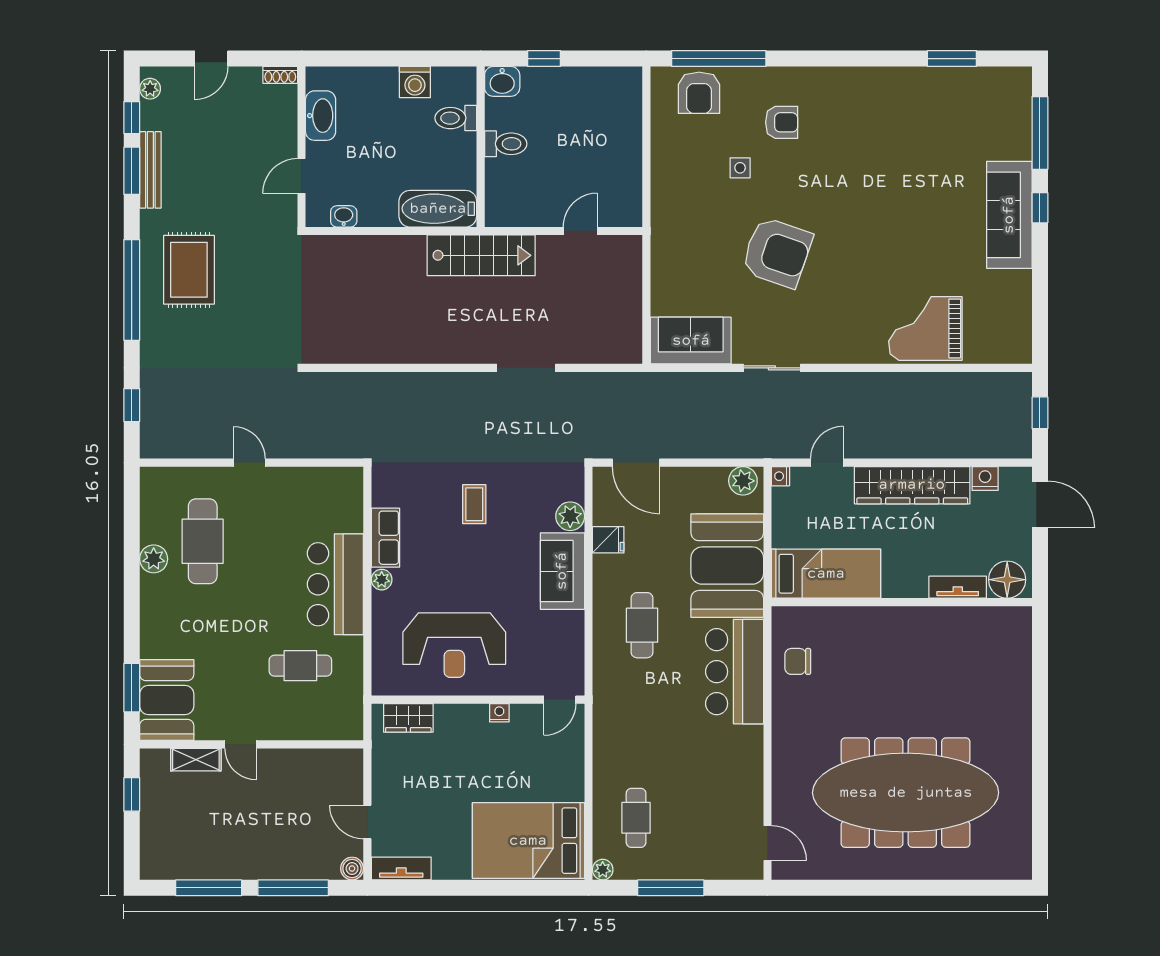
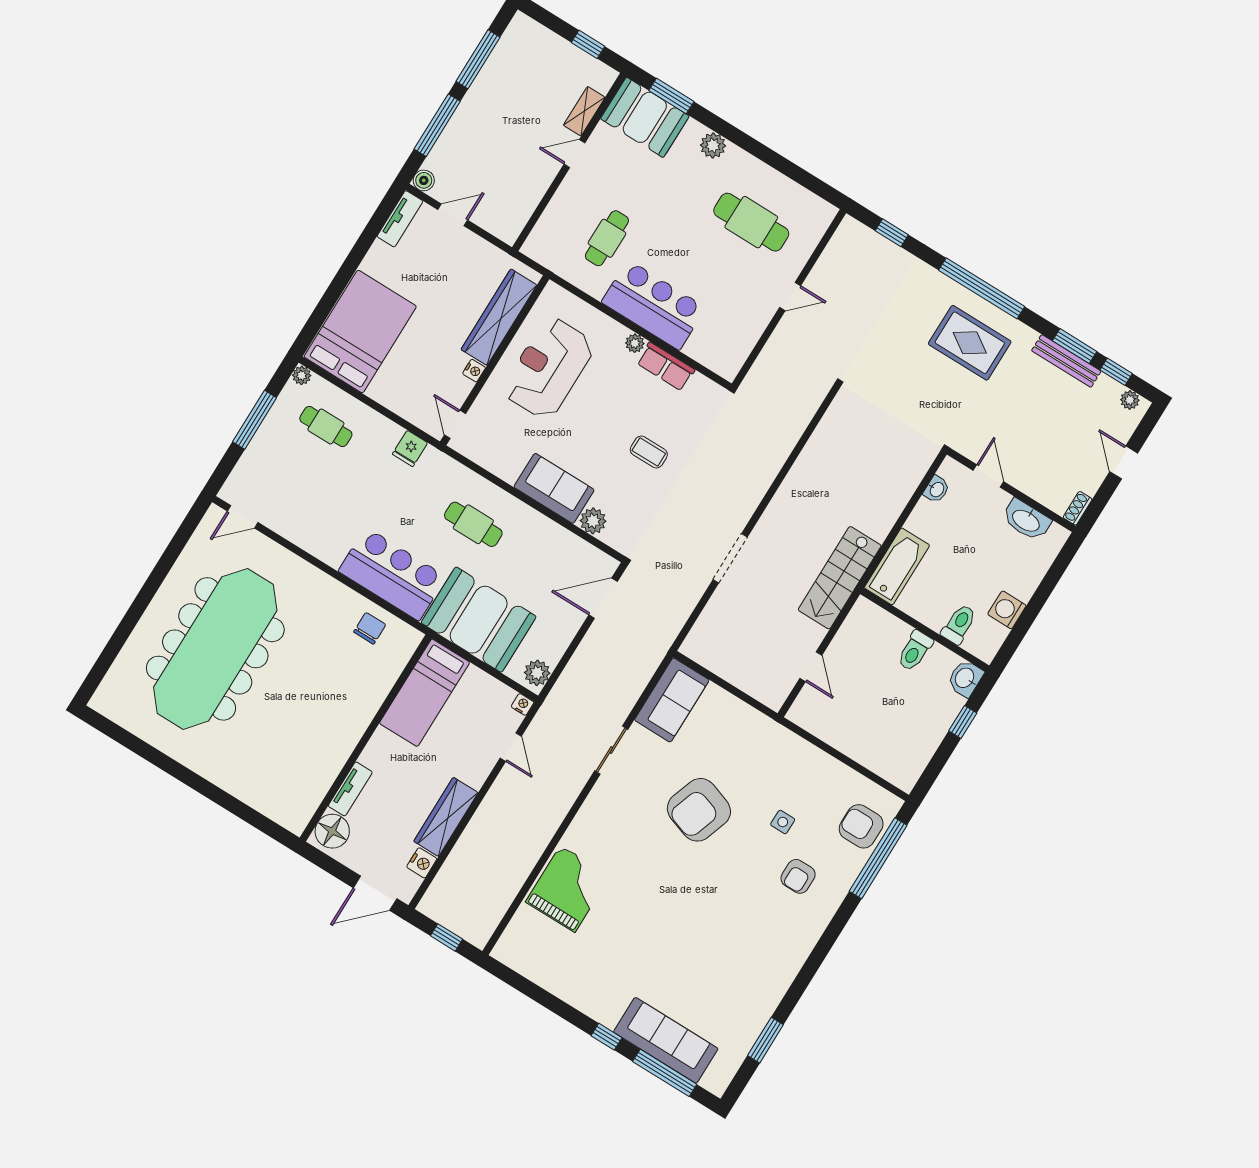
sofa: (1009, 215) -> (666, 1040), moved
wardrobe: (912, 485) -> (446, 817), width x0.71, depth x0.85
fridge: (608, 540) -> (410, 448), moved
plant: (154, 559) -> (713, 145), moved
wardrobe: (408, 718) -> (499, 317), width x2.10, depth x1.17

